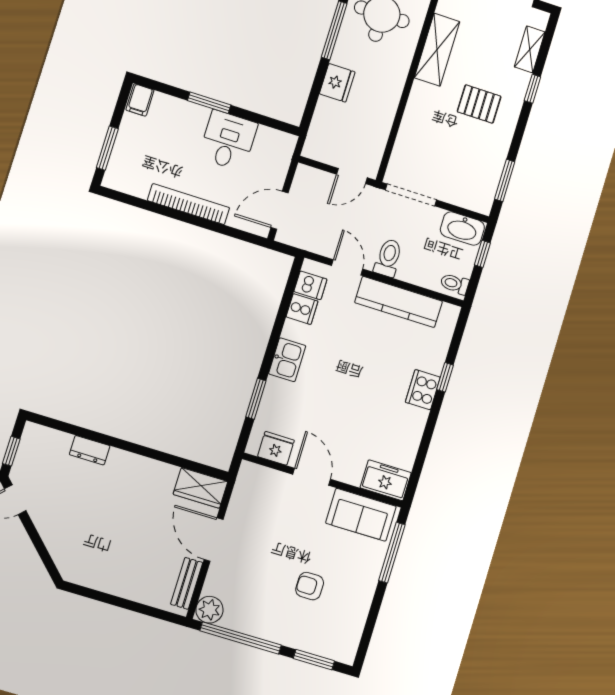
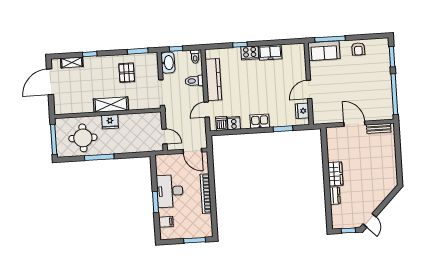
shelving: (437, 50) -> (111, 105), moved
fridge: (337, 83) -> (110, 122), moved, turned 180
filing cabinet: (140, 100) -> (166, 222), moved
pallet: (479, 104) -> (127, 73), moved
desk: (228, 141) -> (170, 191), width x1.37
door: (352, 176) -> (164, 136), moved
toilet: (388, 258) -> (194, 81), moved
freezer: (386, 480) -> (270, 52), moved, turned -90
wardrobe: (201, 488) -> (335, 174), moved
sofa: (361, 515) -> (324, 51), moved, turned 90
door: (214, 540) -> (354, 124), swing flipped
armchair: (310, 586) -> (358, 49), moved
plant: (209, 610) -> (387, 113), removed

